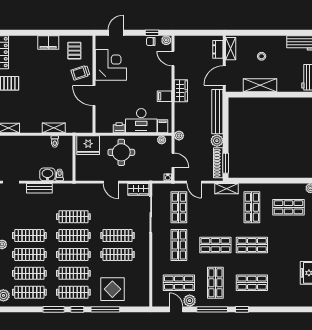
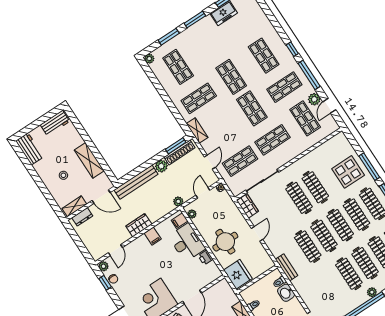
bench: (39, 188) -> (287, 267), moved

